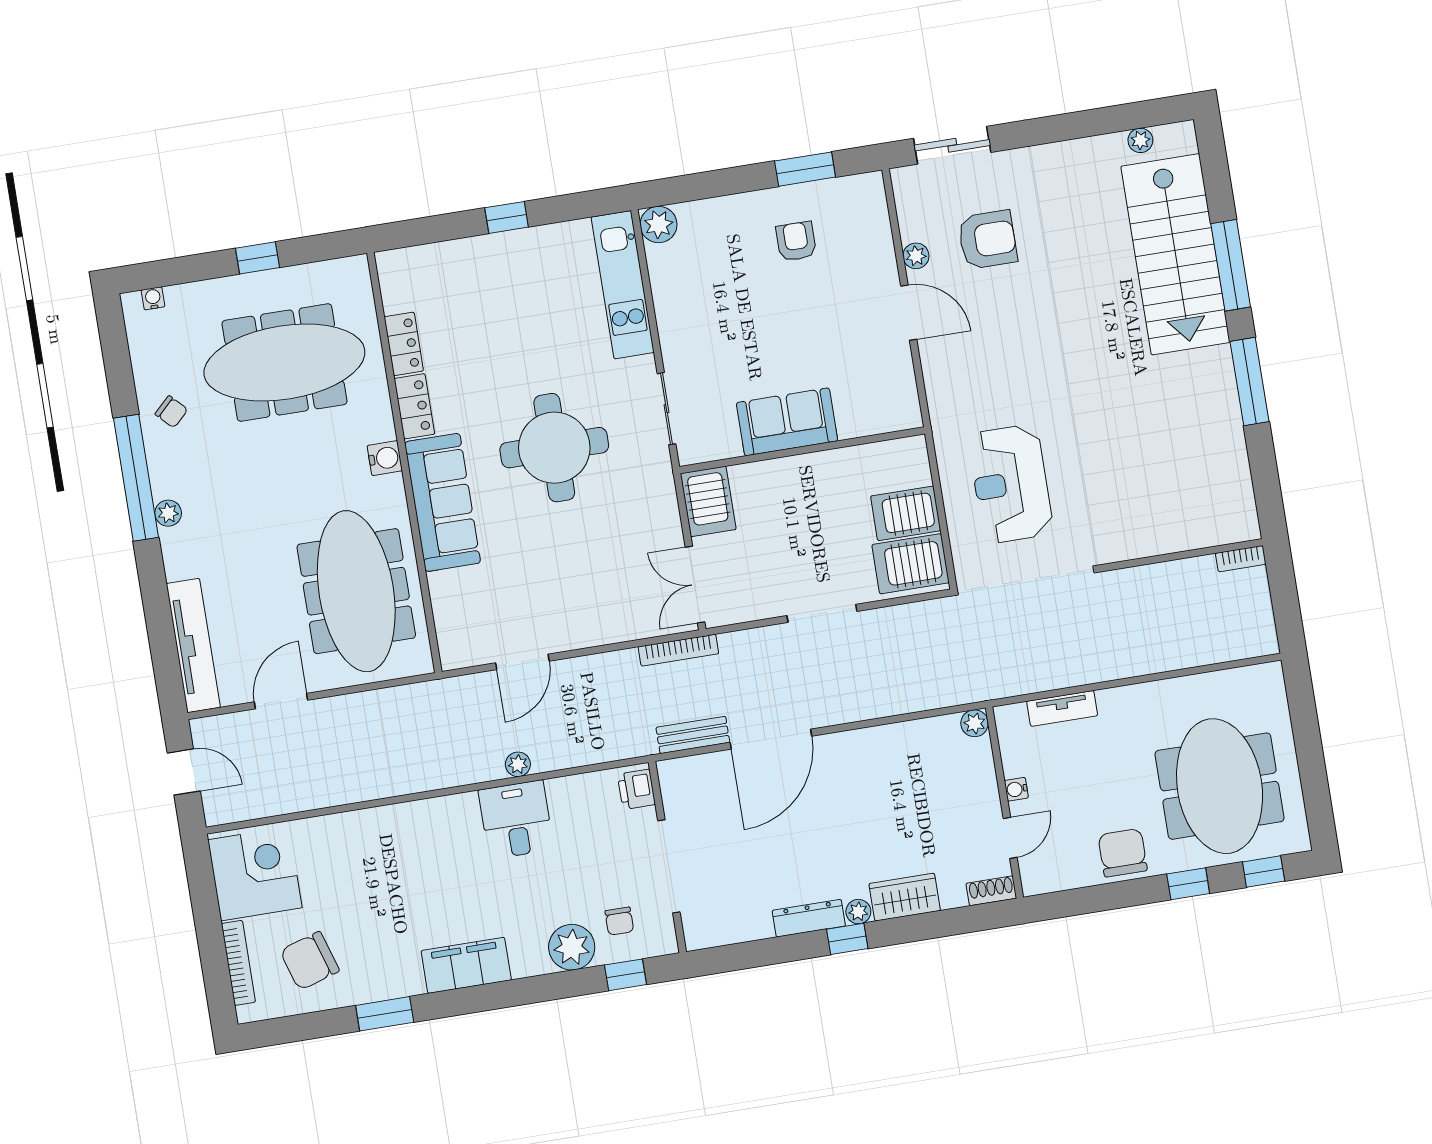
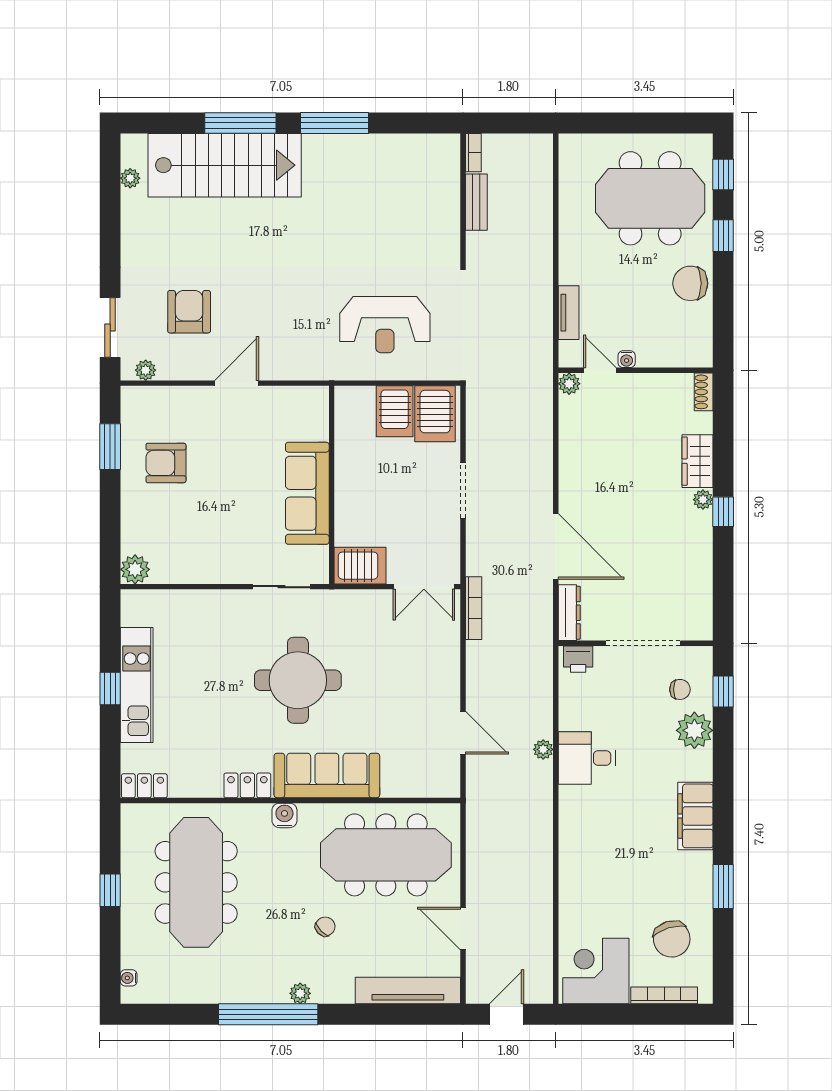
armchair: (796, 241) -> (166, 463), width x1.38, depth x1.38
plant: (916, 256) -> (146, 370), moved
kitchen unit: (623, 285) -> (137, 685), moved, turned -90
locker: (404, 344) -> (144, 786), moved
chair: (171, 412) -> (325, 927), moved
sofa: (787, 422) -> (307, 493), width x1.36
bench: (693, 735) -> (476, 202), moved
door: (1010, 838) -> (600, 370), moved
dresser: (809, 918) -> (569, 613), moved, turned 180

